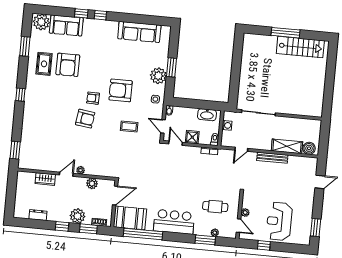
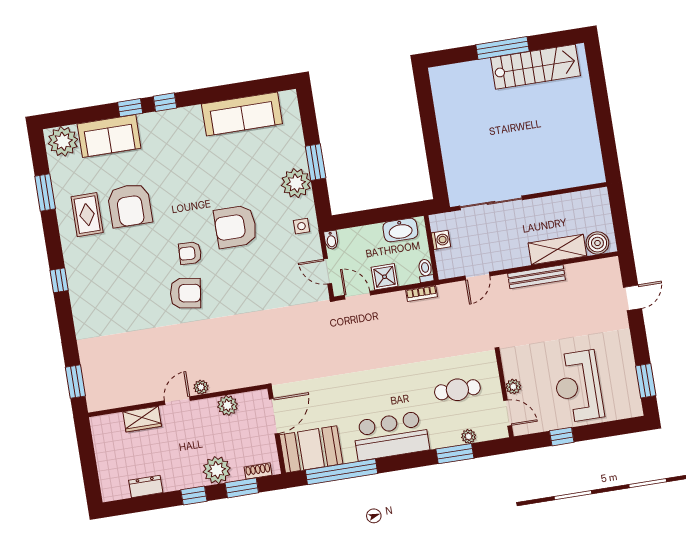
coffee table: (129, 126) -> (267, 287), removed

